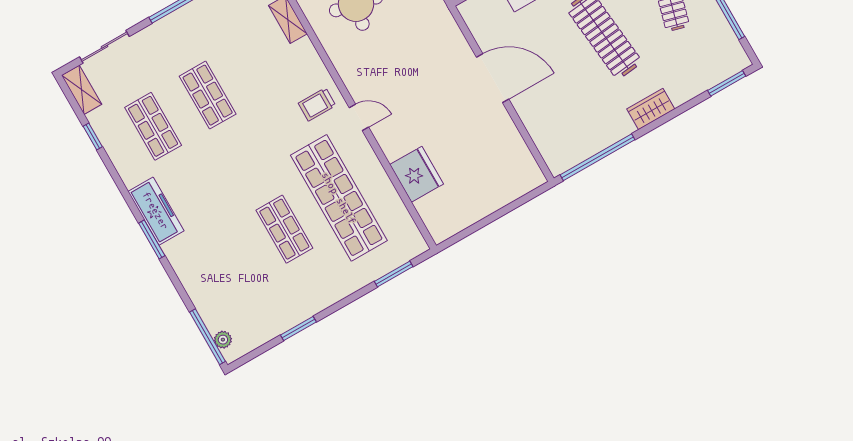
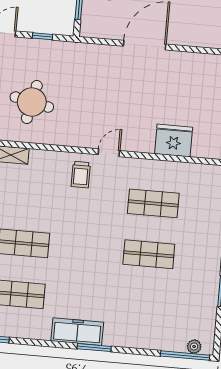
shop shelf: (339, 198) -> (153, 203), width x0.50, depth x0.74

